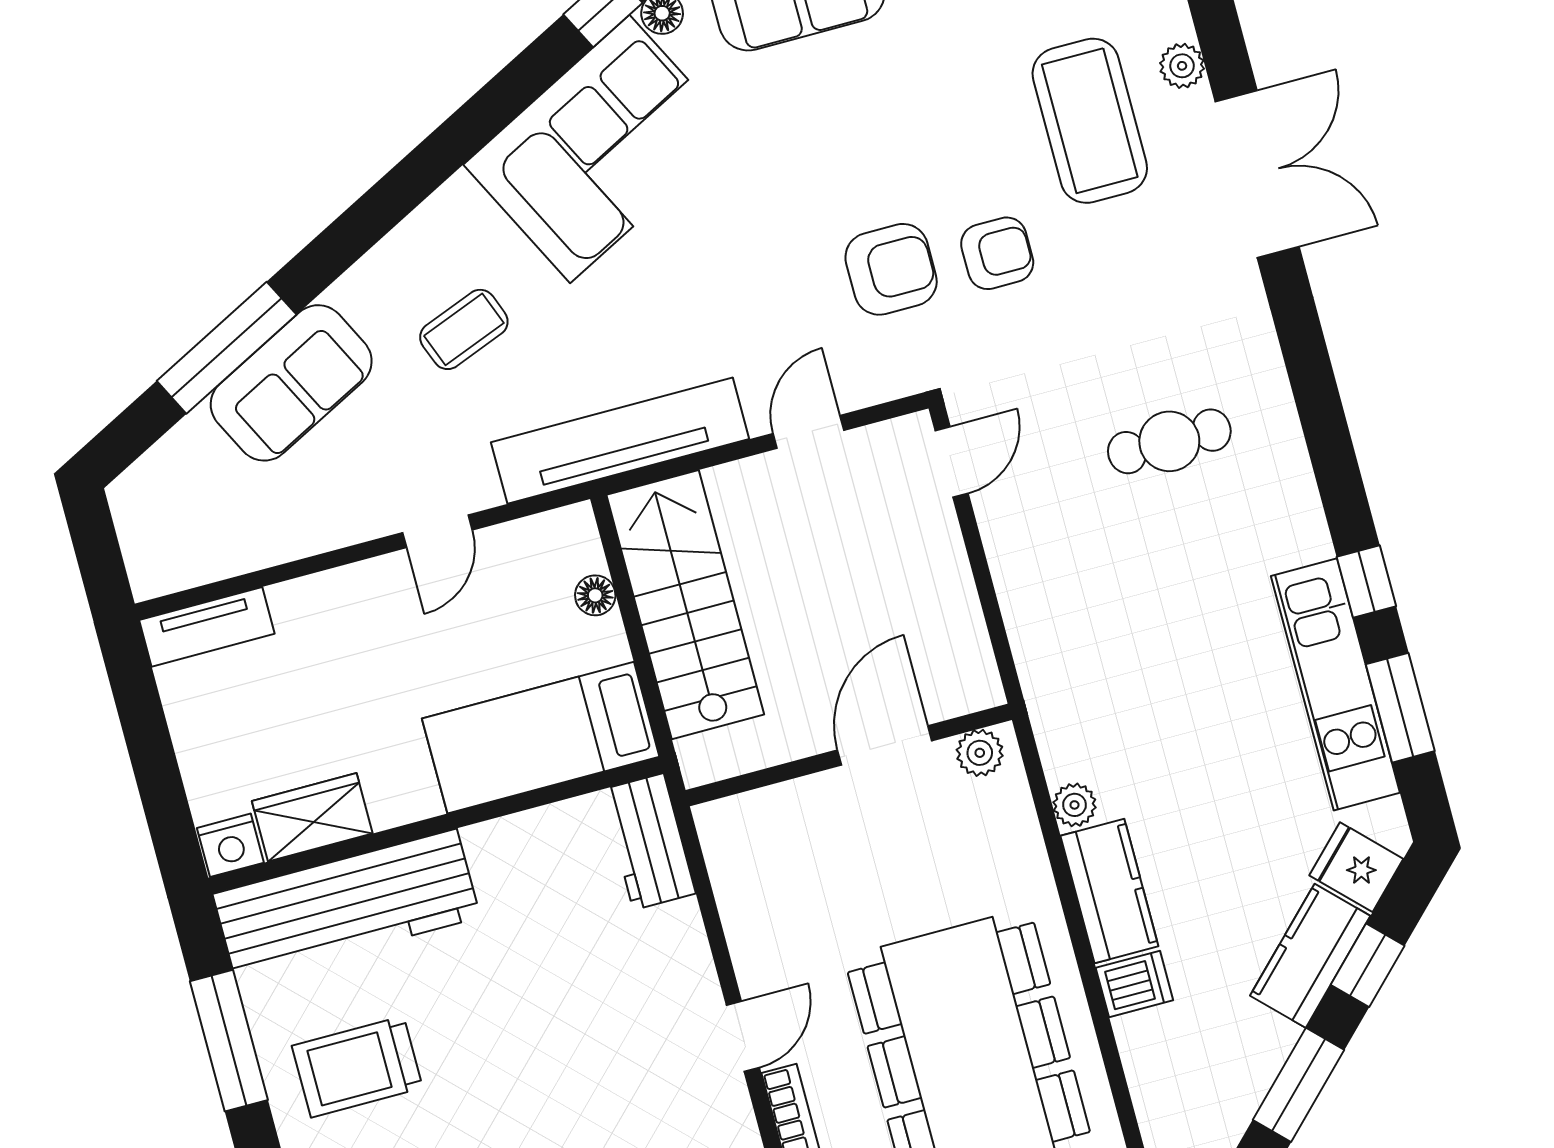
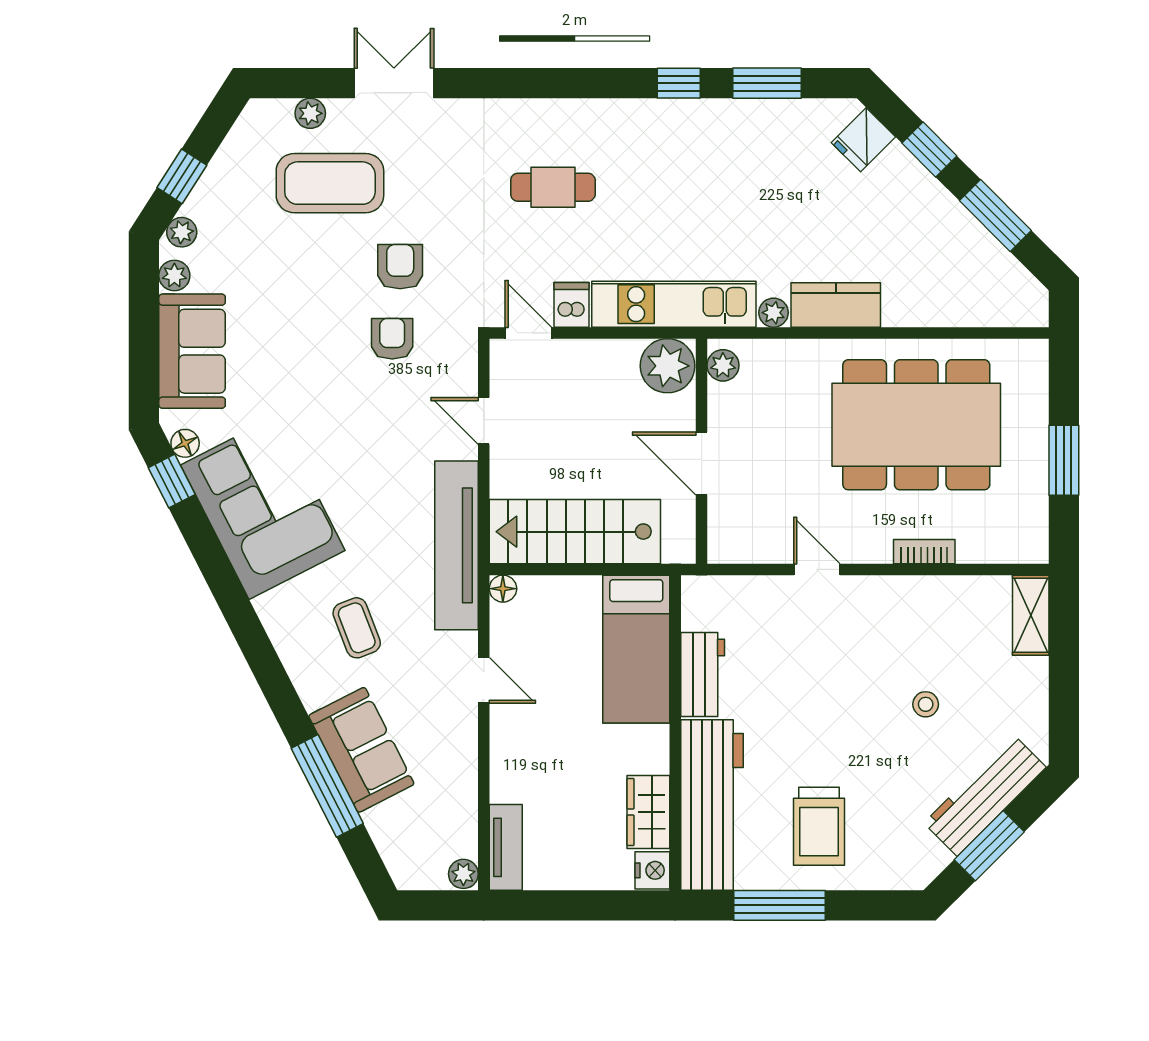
double door: (1257, 174) -> (394, 83), width x0.73
armchair: (891, 269) -> (392, 339), width x0.72, depth x0.72
cafe table: (1169, 441) -> (553, 187), turned 90
plant: (153, 576) -> (463, 874), added
floor lamp: (595, 595) -> (503, 589), moved
plant: (958, 674) -> (668, 366), added
kitchen unit: (1335, 684) -> (674, 304), moved, turned 180
door: (885, 745) -> (702, 464), moved
workbench: (649, 842) -> (703, 674), moved, turned -90
kitchen counter: (1310, 956) -> (913, 185), removed
dishwasher: (1134, 984) -> (571, 305), moved
door: (743, 1036) -> (817, 569), moved

